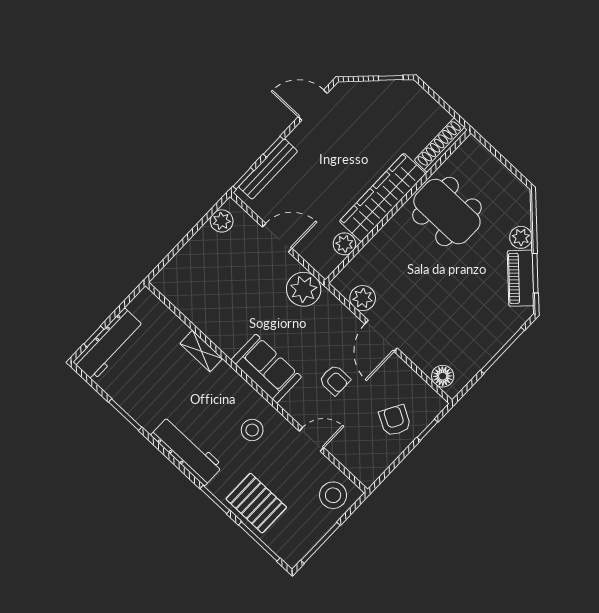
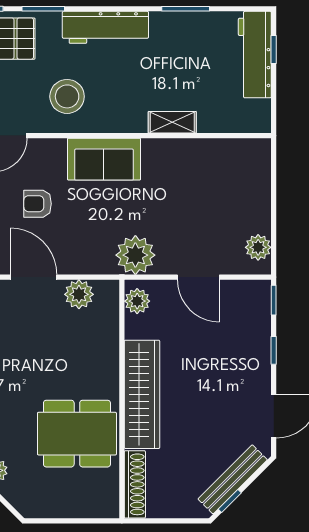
bench: (268, 169) -> (233, 479), moved, turned 45
door: (277, 238) -> (198, 277), hinge flipped
plant: (344, 244) -> (137, 301), moved
stool: (252, 430) -> (67, 96), width x1.38, depth x1.38

